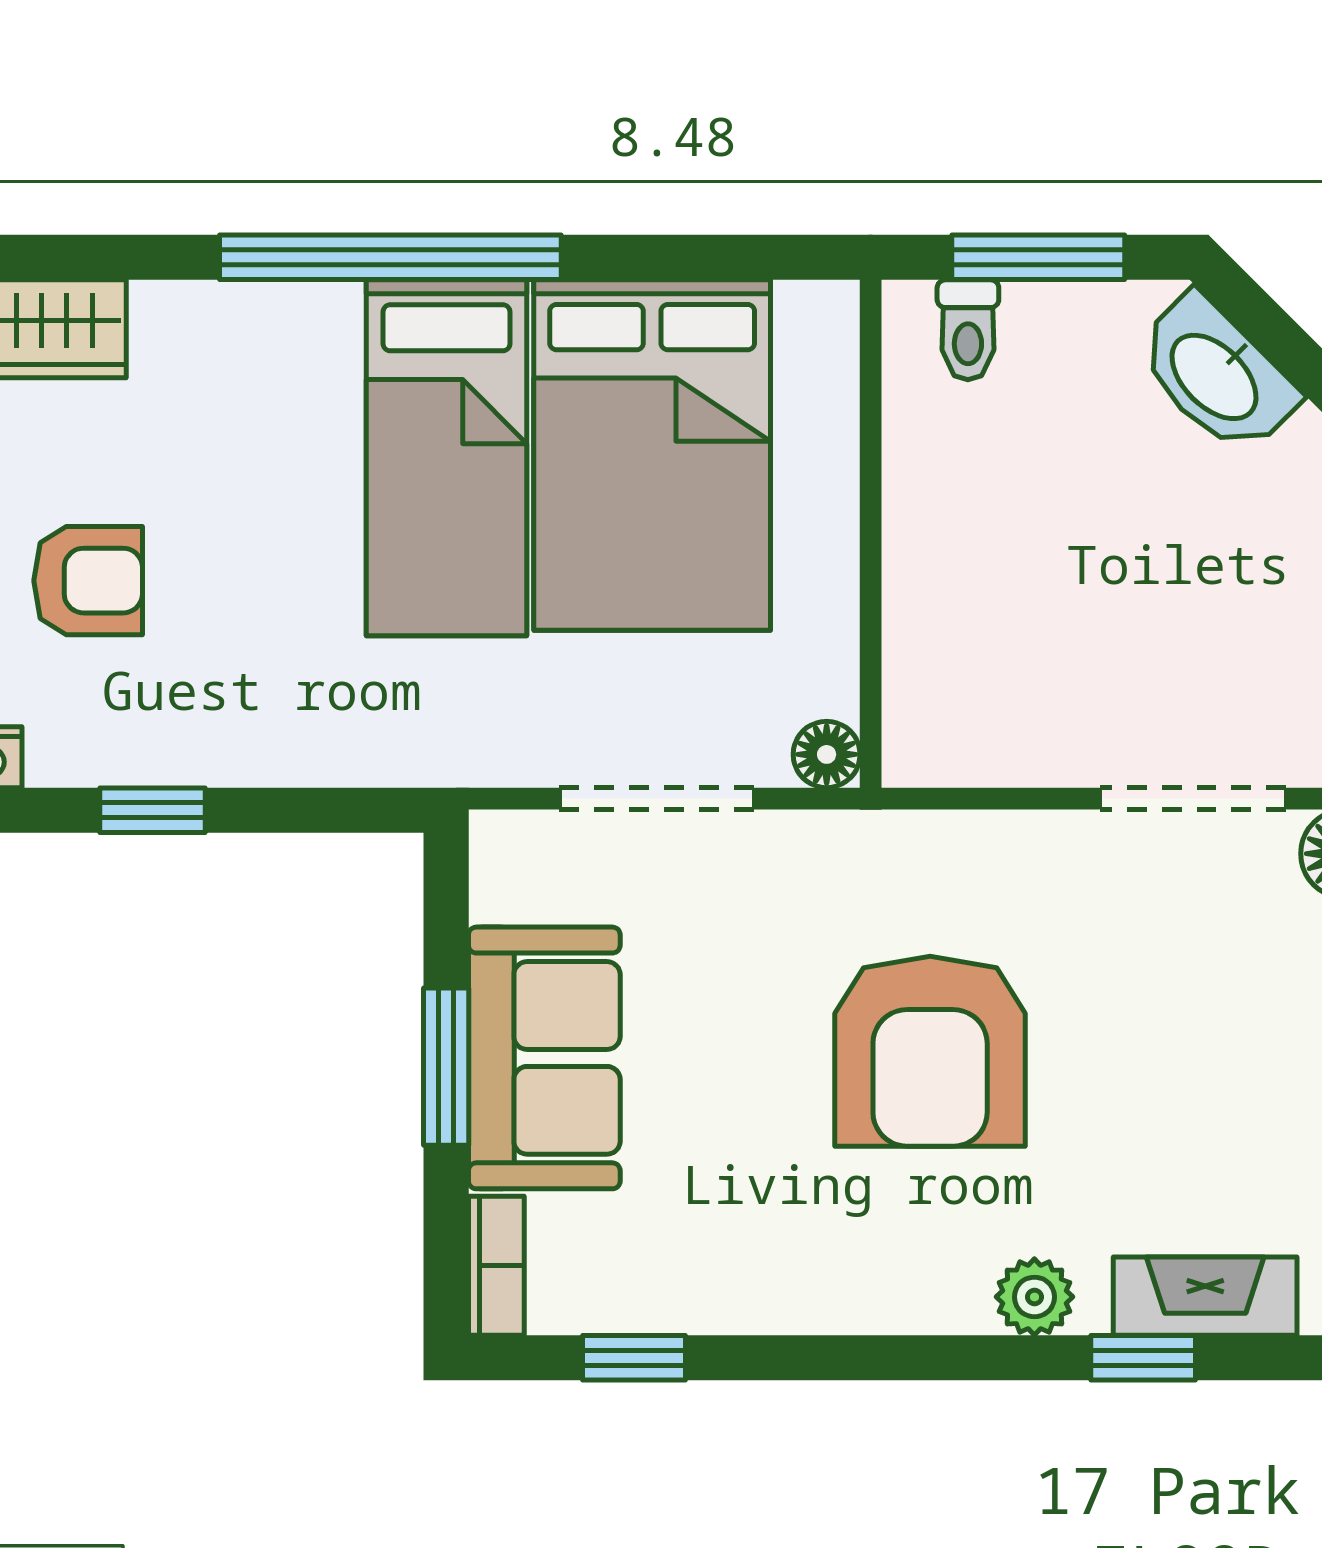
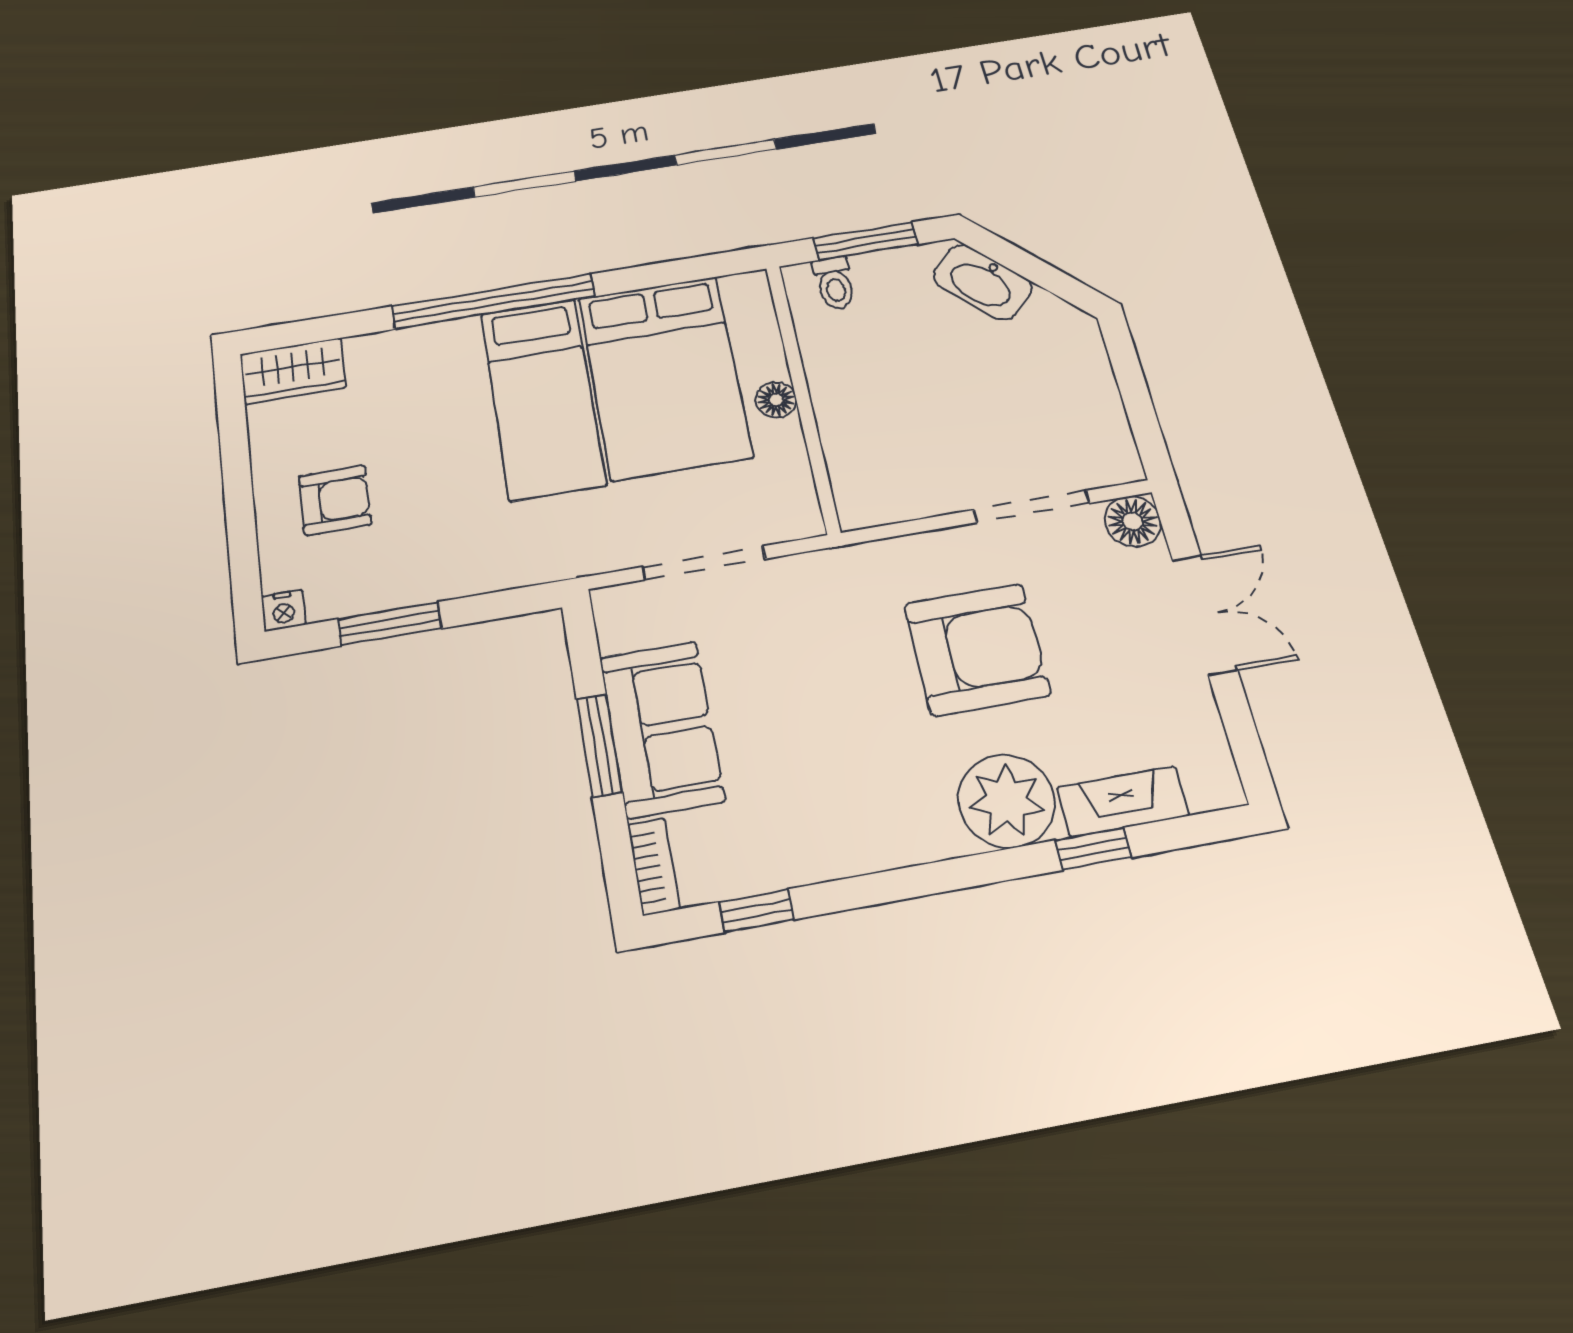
floor lamp: (827, 754) -> (776, 400), moved
window: (152, 810) -> (390, 624), width x1.50
armchair: (930, 1051) -> (977, 649), moved, turned -90
plant: (1034, 1297) -> (1006, 801), width x1.87, depth x1.87

